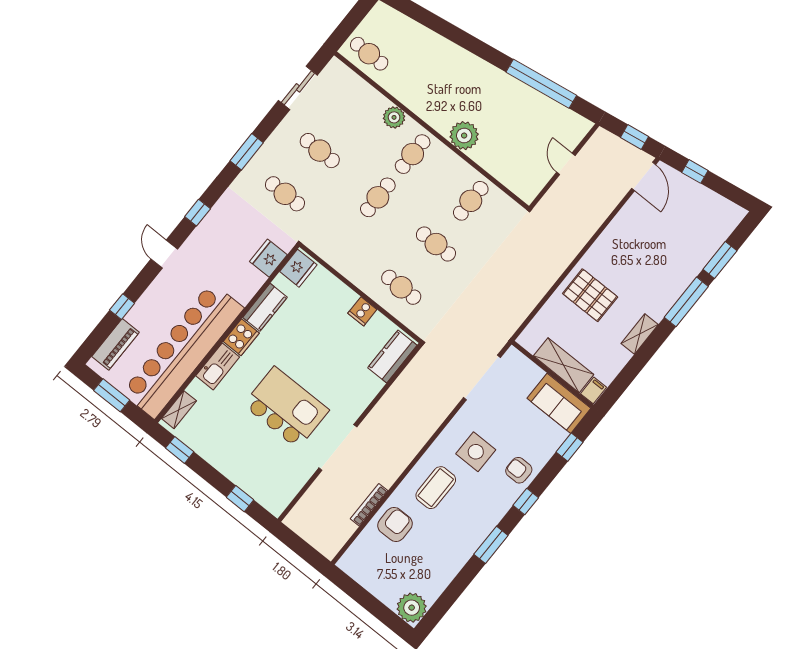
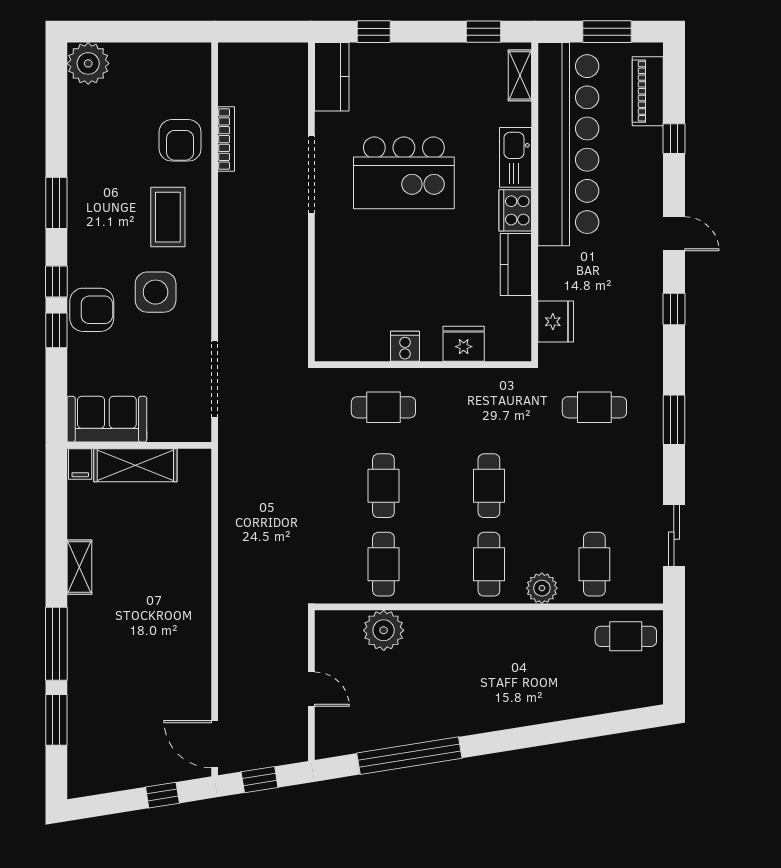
plant: (464, 136) -> (384, 630), moved
cafe table: (320, 151) -> (594, 564), moved, turned 90
cafe table: (436, 244) -> (383, 486), turned 90
fridge: (298, 268) -> (464, 344), moved, turned 90
pallet: (590, 295) -> (168, 566), removed
kitchen counter: (392, 356) -> (332, 77), moved
window: (570, 447) -> (56, 330), moved
armchair: (519, 470) -> (92, 310), width x1.38, depth x1.38

